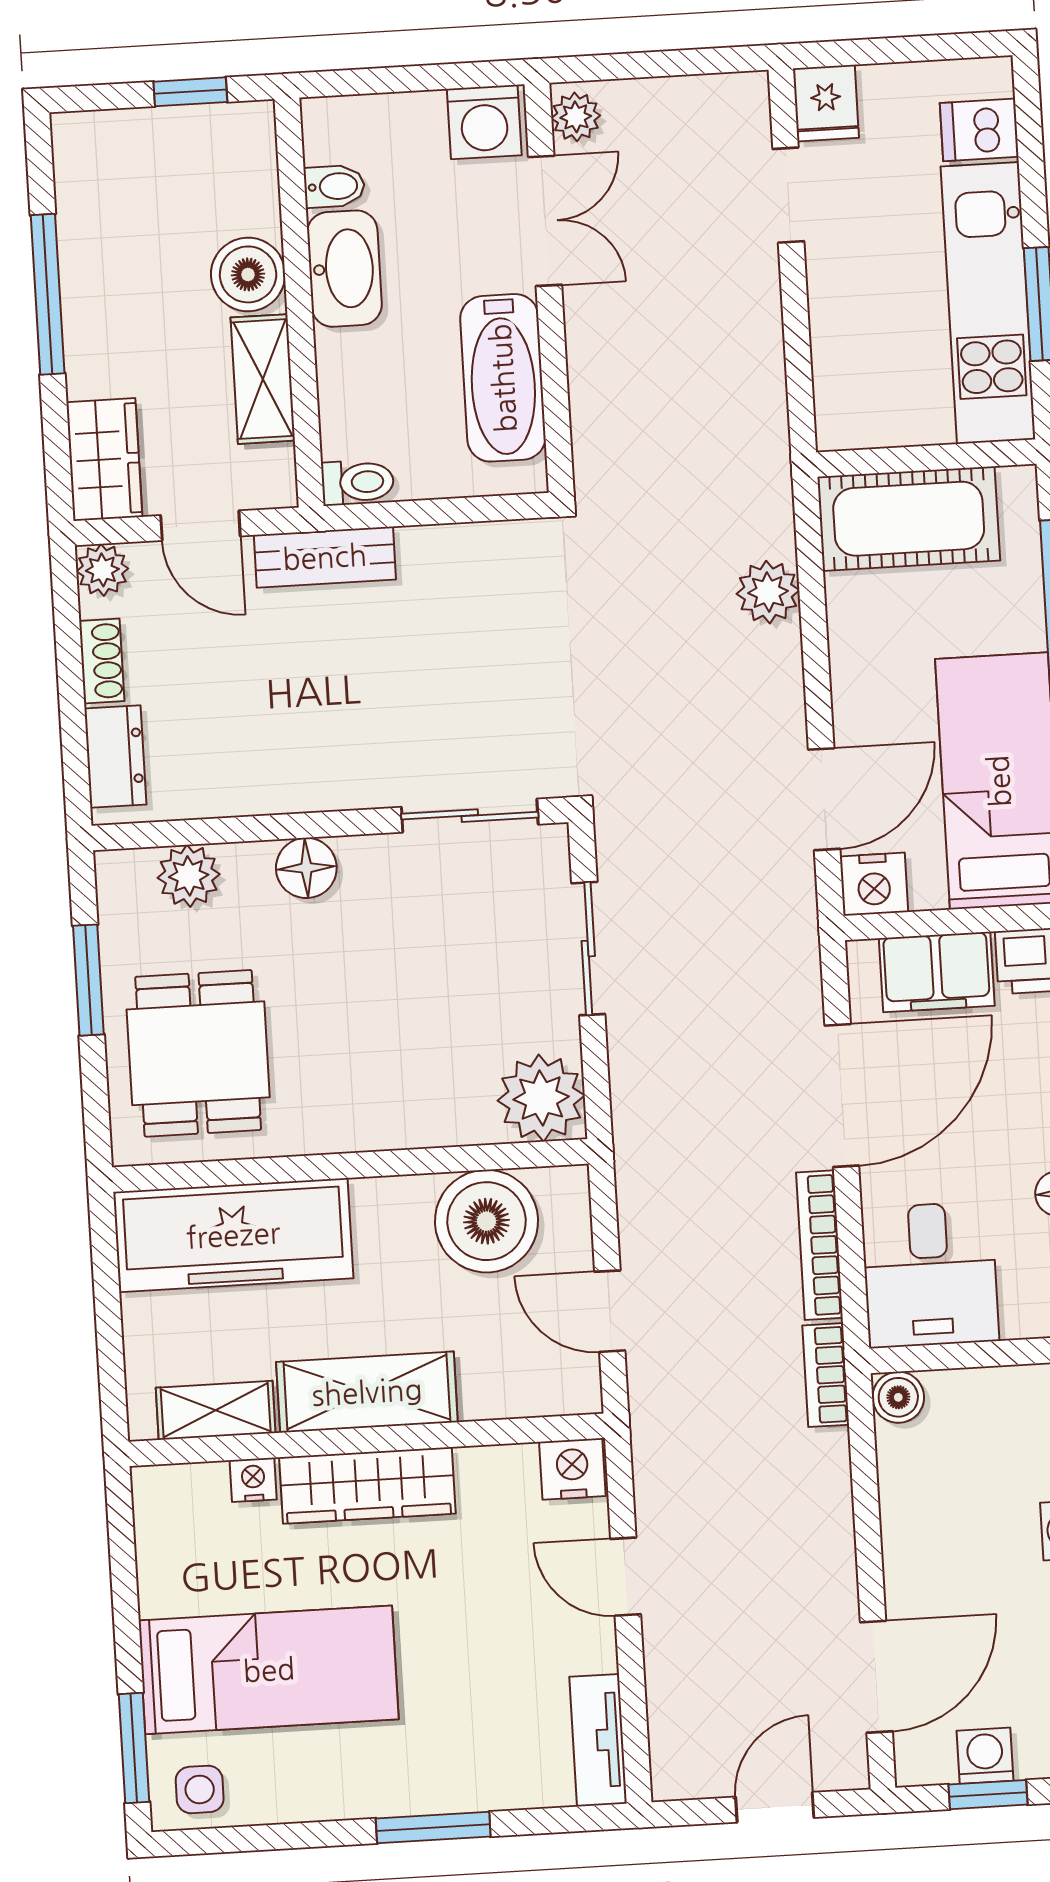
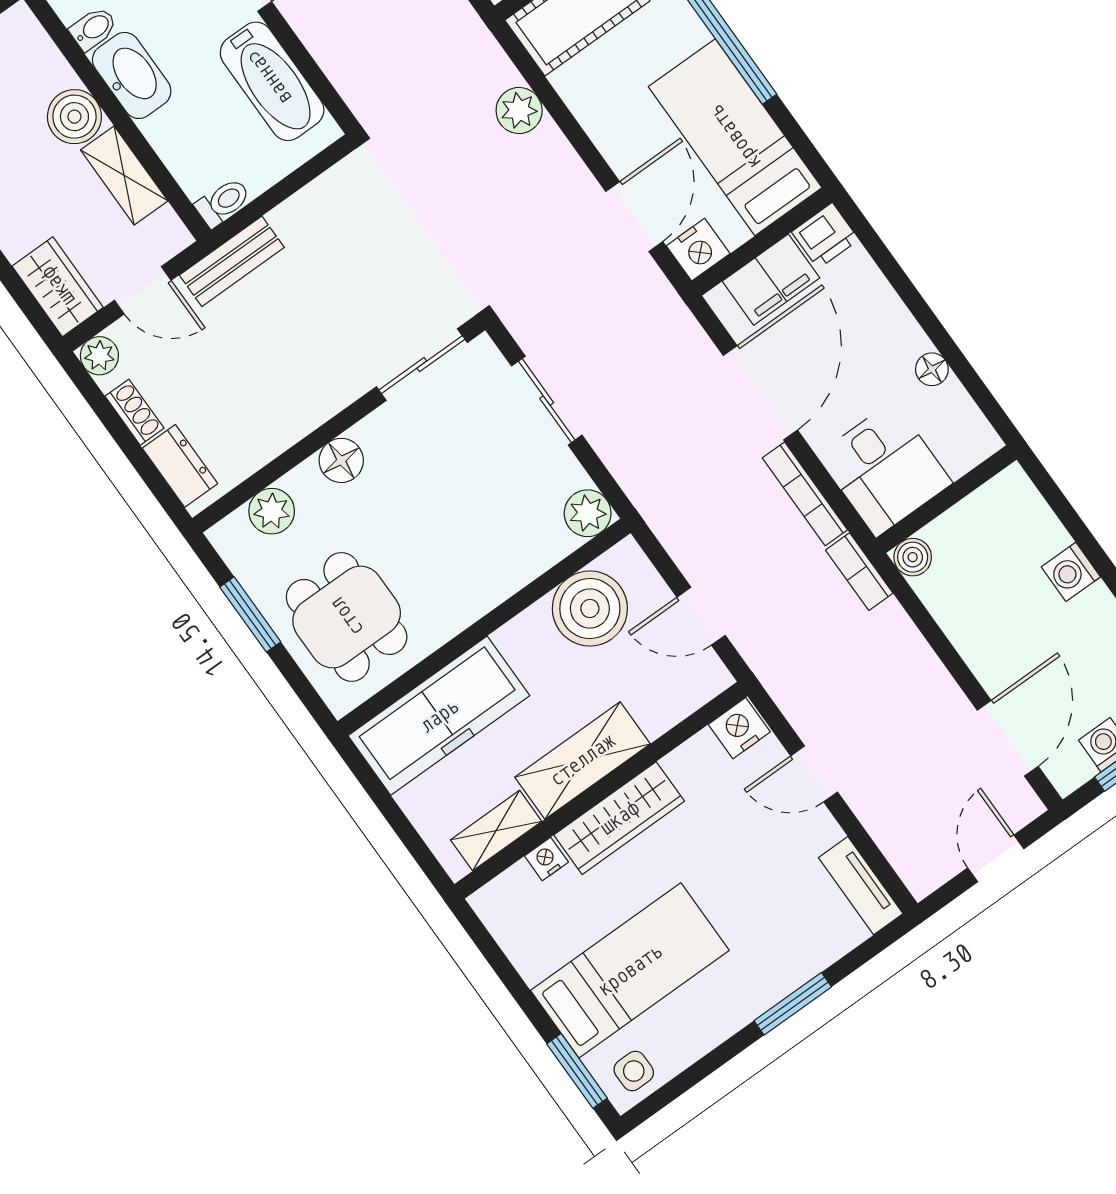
plant: (541, 1098) -> (588, 513), width x0.73, depth x0.73

